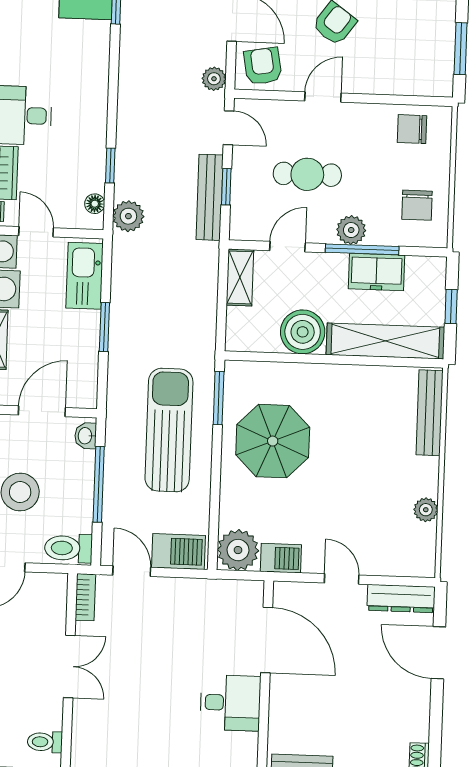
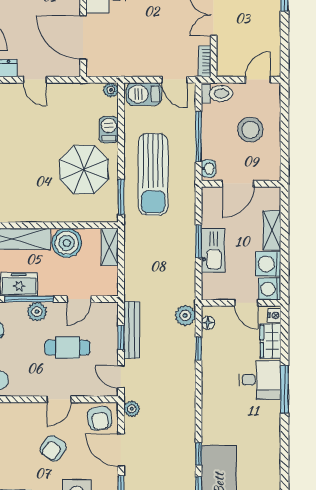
kitchen sink: (85, 276) -> (213, 250), moved
shelving: (240, 277) -> (110, 247), moved
plant: (238, 550) -> (111, 90), width x0.53, depth x0.53
barbecue: (281, 558) -> (109, 130), moved, turned 90

